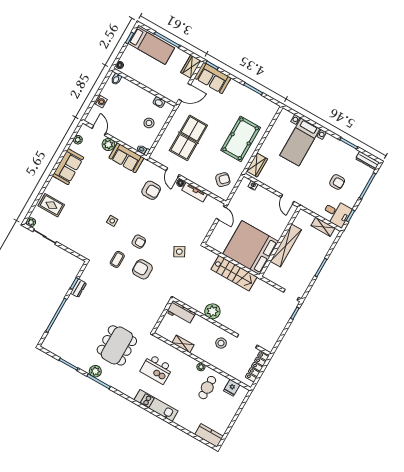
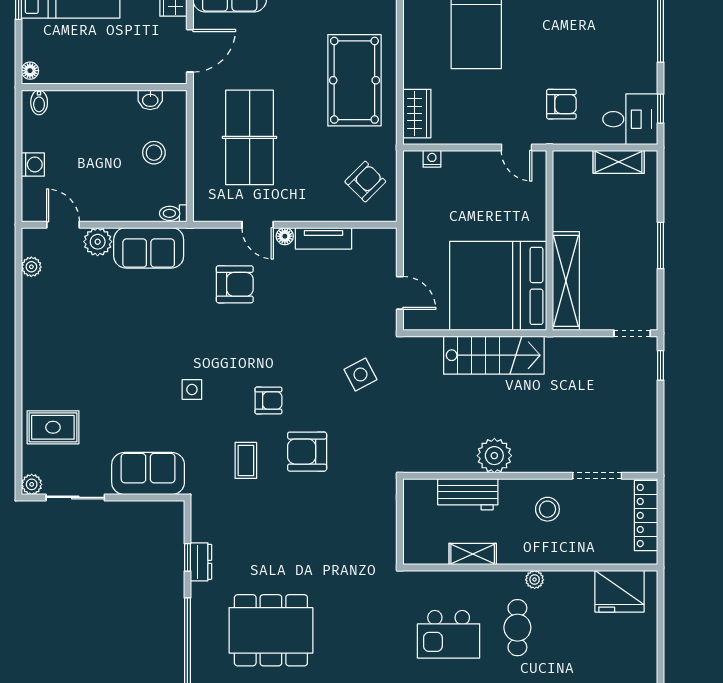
sofa: (68, 167) -> (148, 474), moved, turned -90
armchair: (337, 182) -> (561, 104), moved
door: (221, 213) -> (400, 293), moved
shelving: (286, 246) -> (566, 281), moved
workbench: (181, 313) -> (468, 494), moved
dining table: (117, 345) -> (271, 630), moved, turned 90
cafe table: (207, 388) -> (517, 628), moved
fridge: (232, 388) -> (619, 591), width x1.88, depth x1.34

